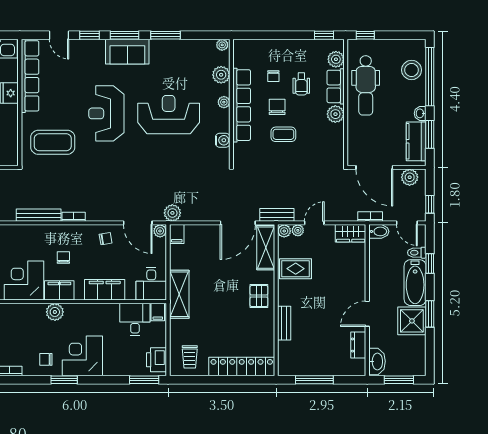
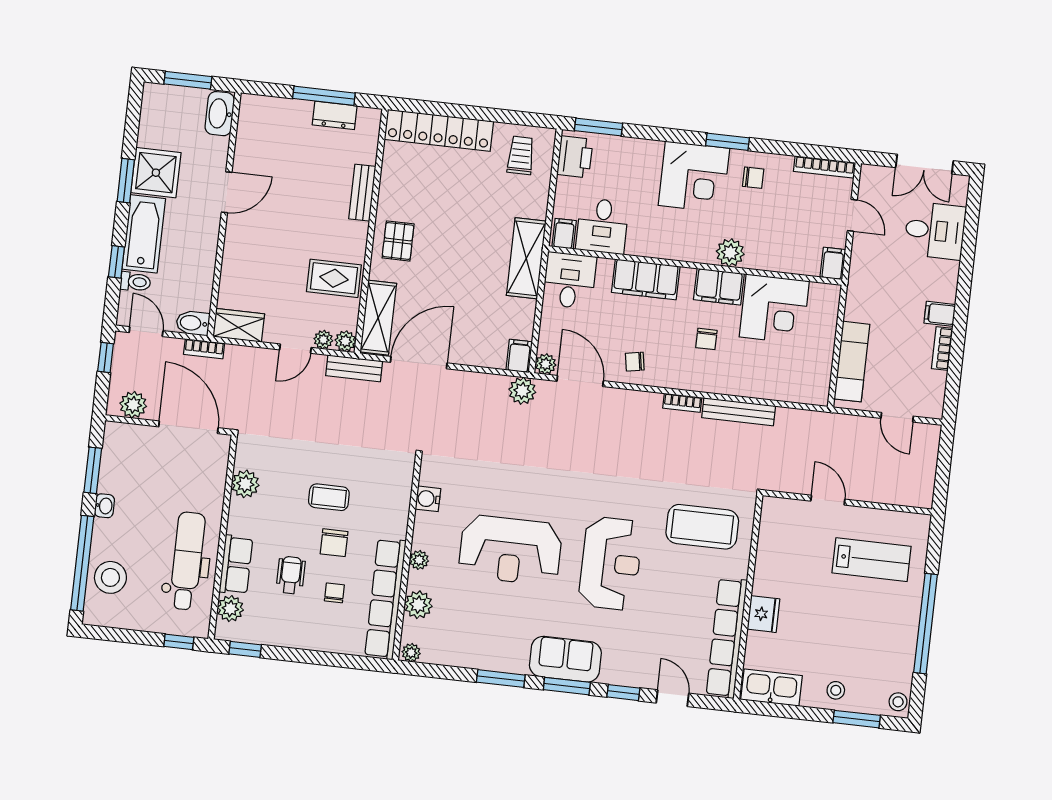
row of seats: (242, 105) -> (386, 599), moved
plant: (335, 114) -> (245, 484), moved
kitchen counter: (416, 141) -> (116, 462), removed
dresser: (358, 345) -> (335, 115), moved, turned 90

